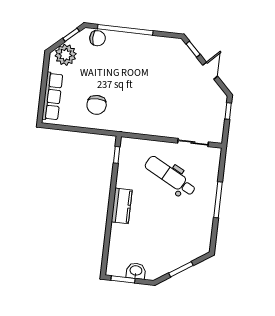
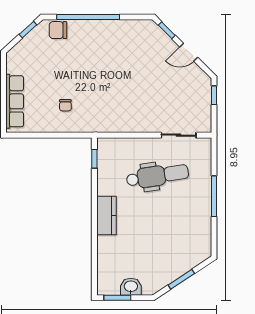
chair: (98, 38) -> (58, 30), turned 180
plant: (66, 55) -> (24, 53), removed
door: (210, 71) -> (189, 52), swing flipped
chair: (97, 105) -> (65, 105), width x0.54, depth x0.54
dental chair: (170, 176) -> (157, 176), turned 143

